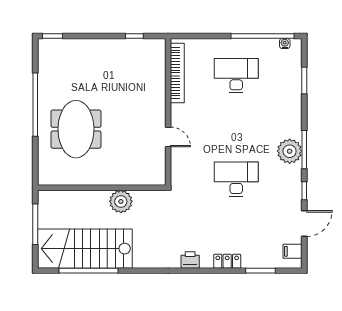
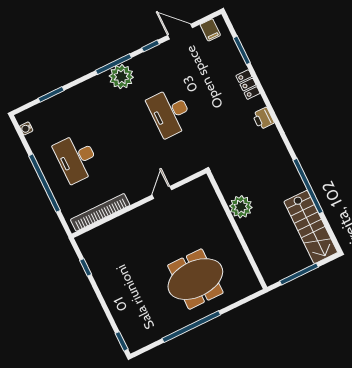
window: (263, 36) -> (44, 183), moved
stairs: (85, 249) -> (311, 227), width x0.73, depth x0.66
window: (89, 271) -> (308, 186), moved

